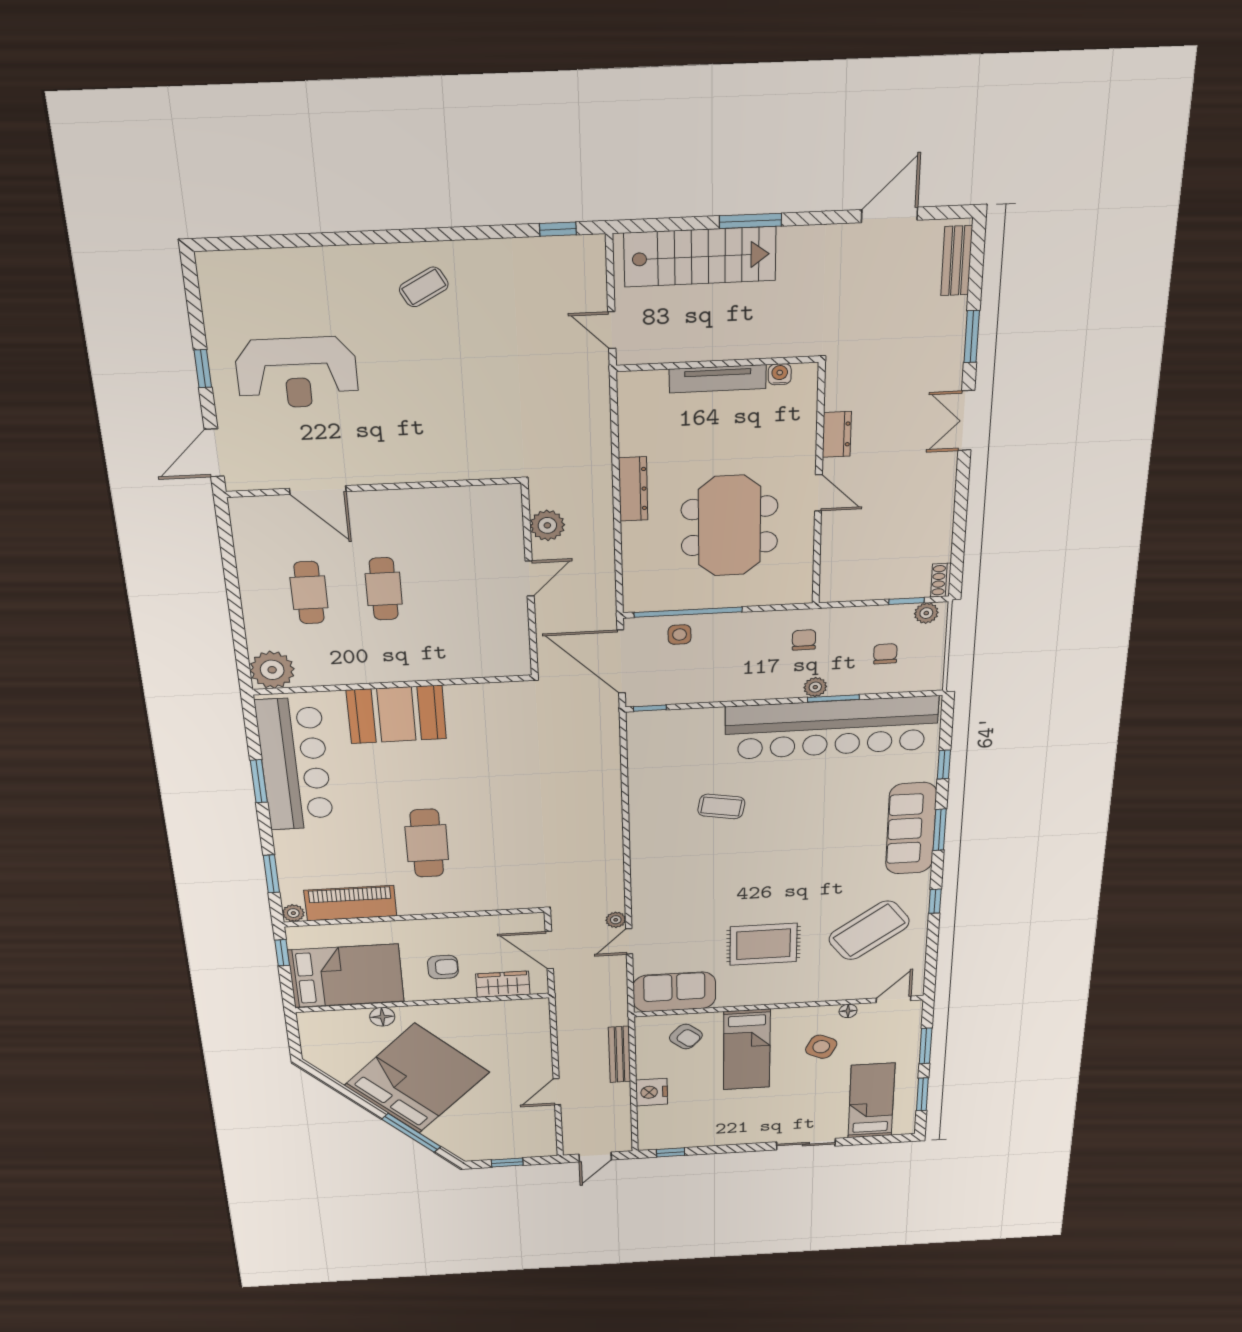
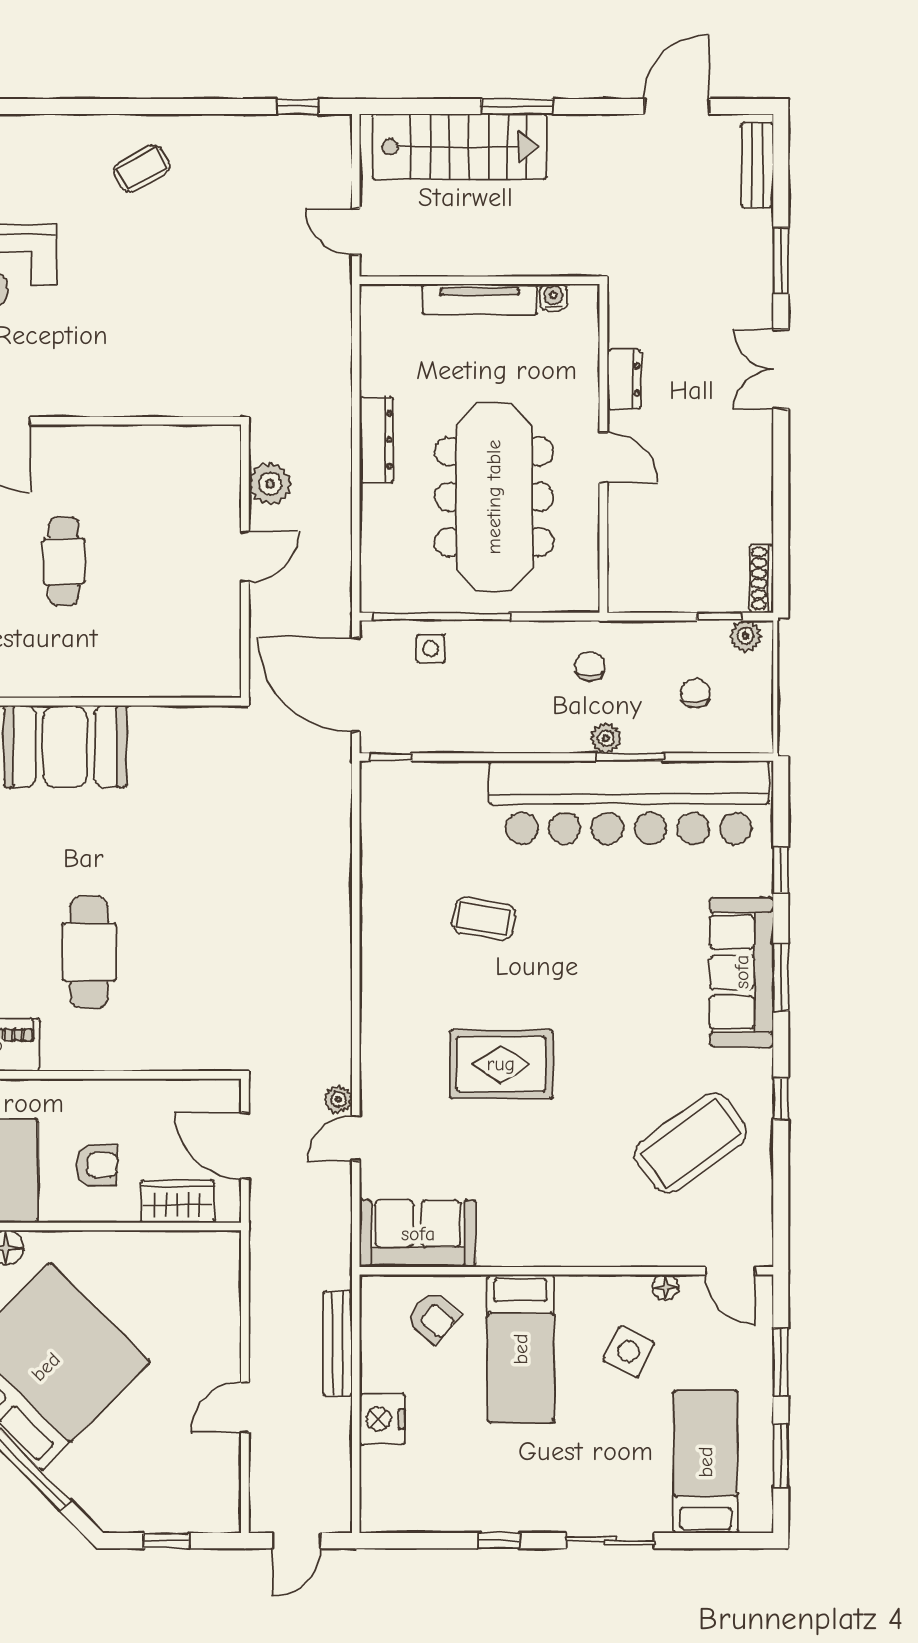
meeting table: (729, 526) -> (494, 497), width x1.36
shoe rack: (941, 580) -> (762, 578), width x1.43
rug: (763, 944) -> (501, 1064), moved
door: (894, 999) -> (730, 1271), swing flipped
window: (671, 1152) -> (499, 1541), moved

